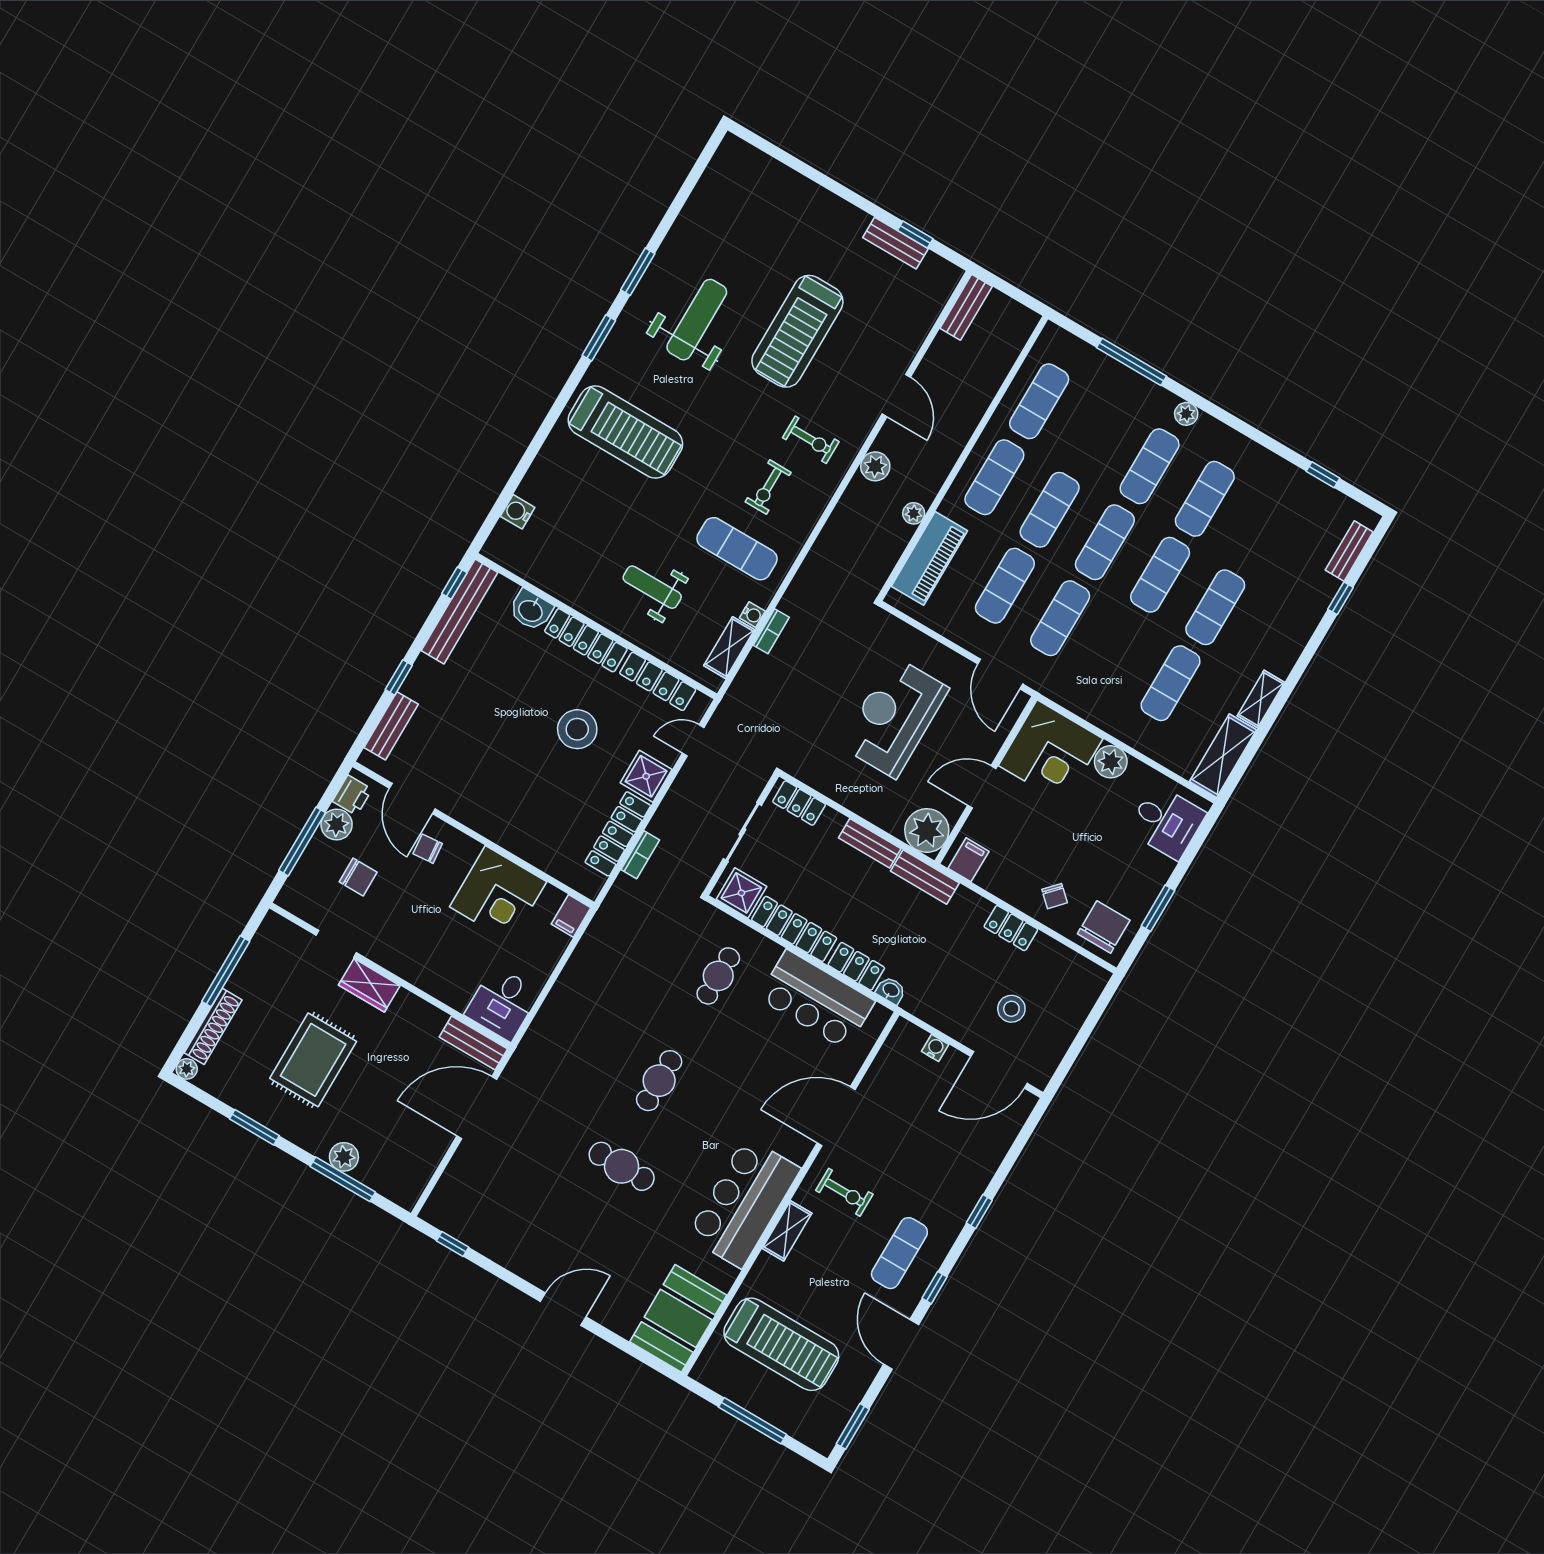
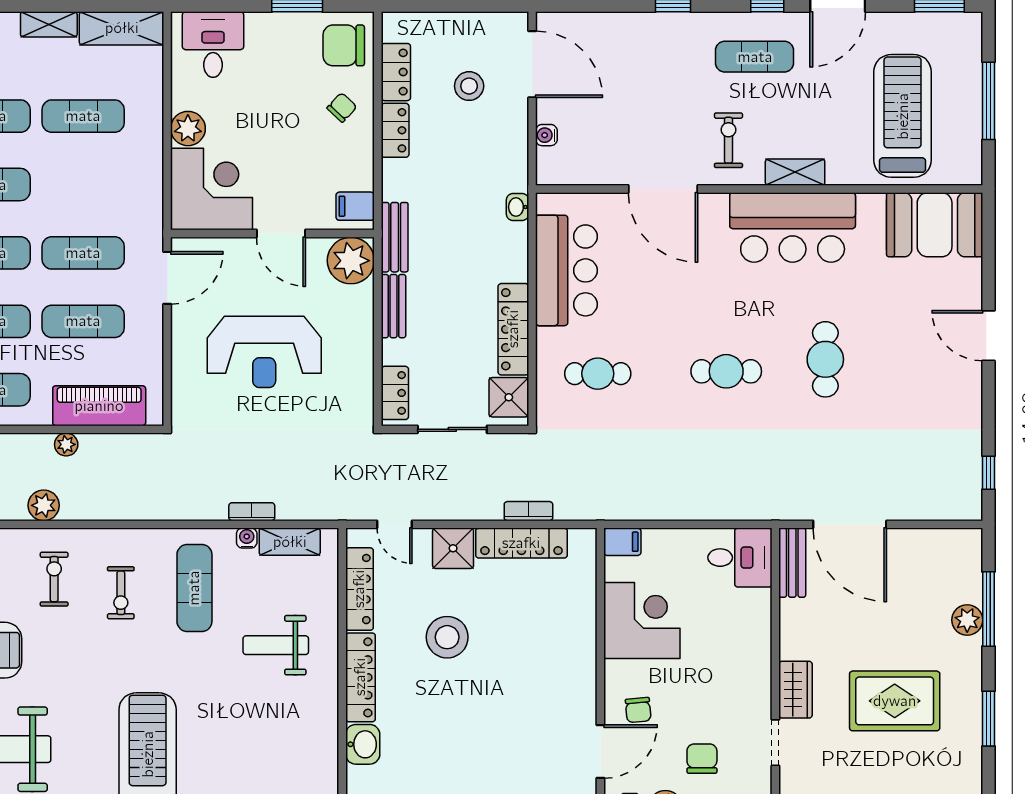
exercise bike: (768, 487) -> (121, 593), turned 90
weight bench: (652, 587) -> (276, 645), turned 90
locker: (856, 966) -> (396, 72), moved, turned 180

